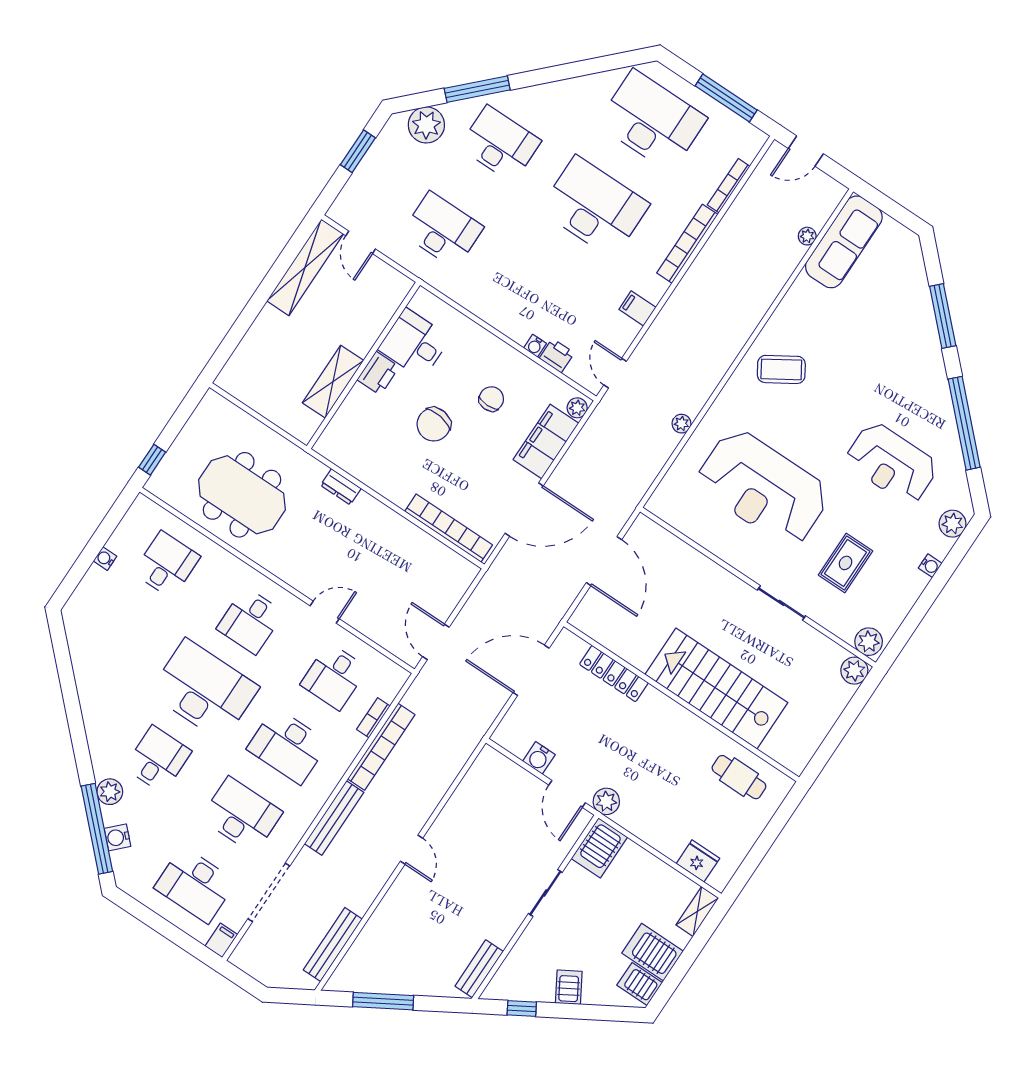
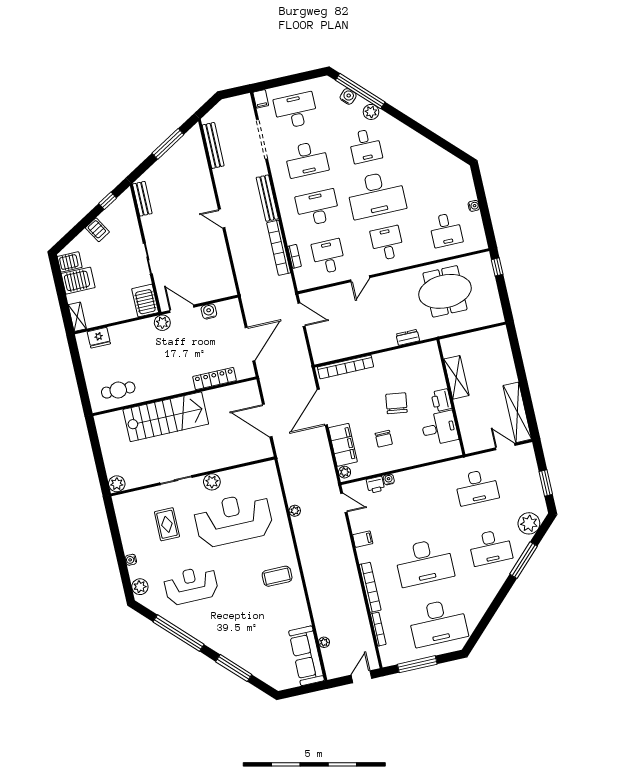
coffee table: (781, 369) -> (277, 576), turned 32
plant: (869, 642) -> (212, 482), moved

